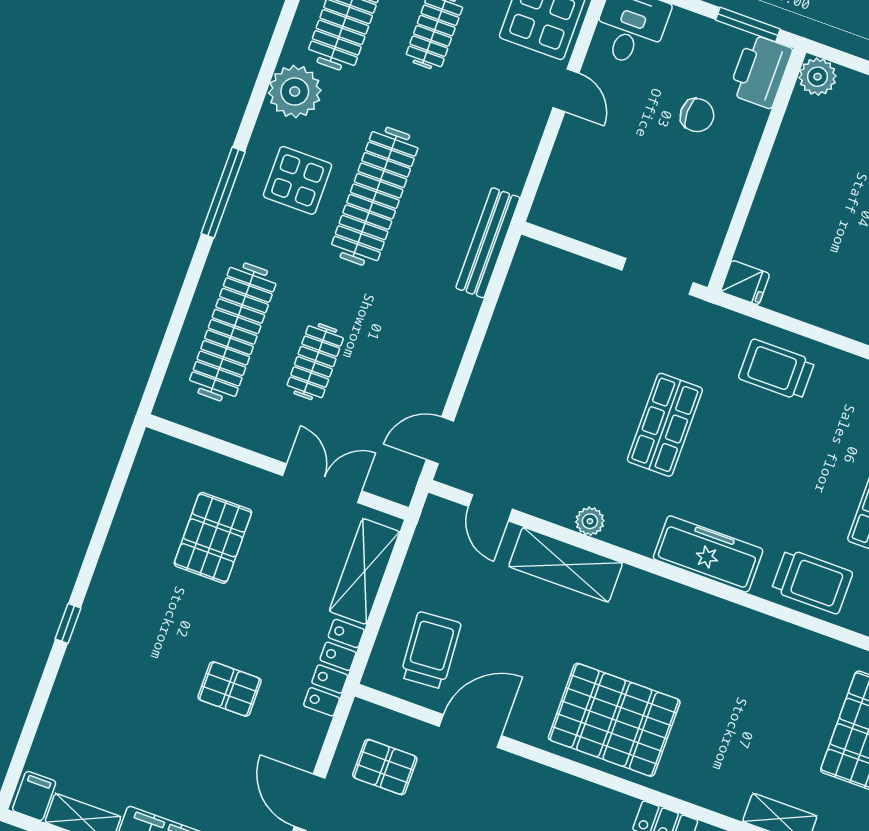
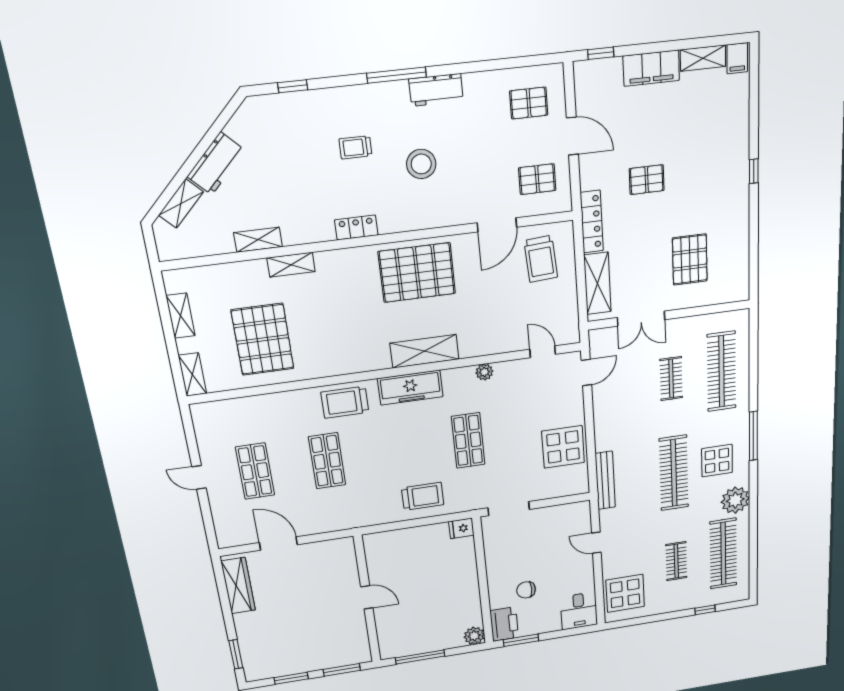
door: (566, 90) -> (596, 543), moved
display table: (528, 336) -> (563, 447), added
shelving: (566, 565) -> (424, 351), moved

